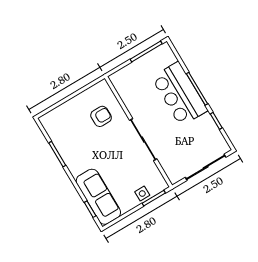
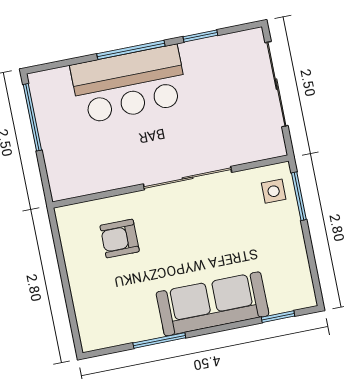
armchair: (101, 116) -> (120, 239), turned -90
side table: (142, 194) -> (274, 191), moved
sofa: (98, 197) -> (212, 304), moved

